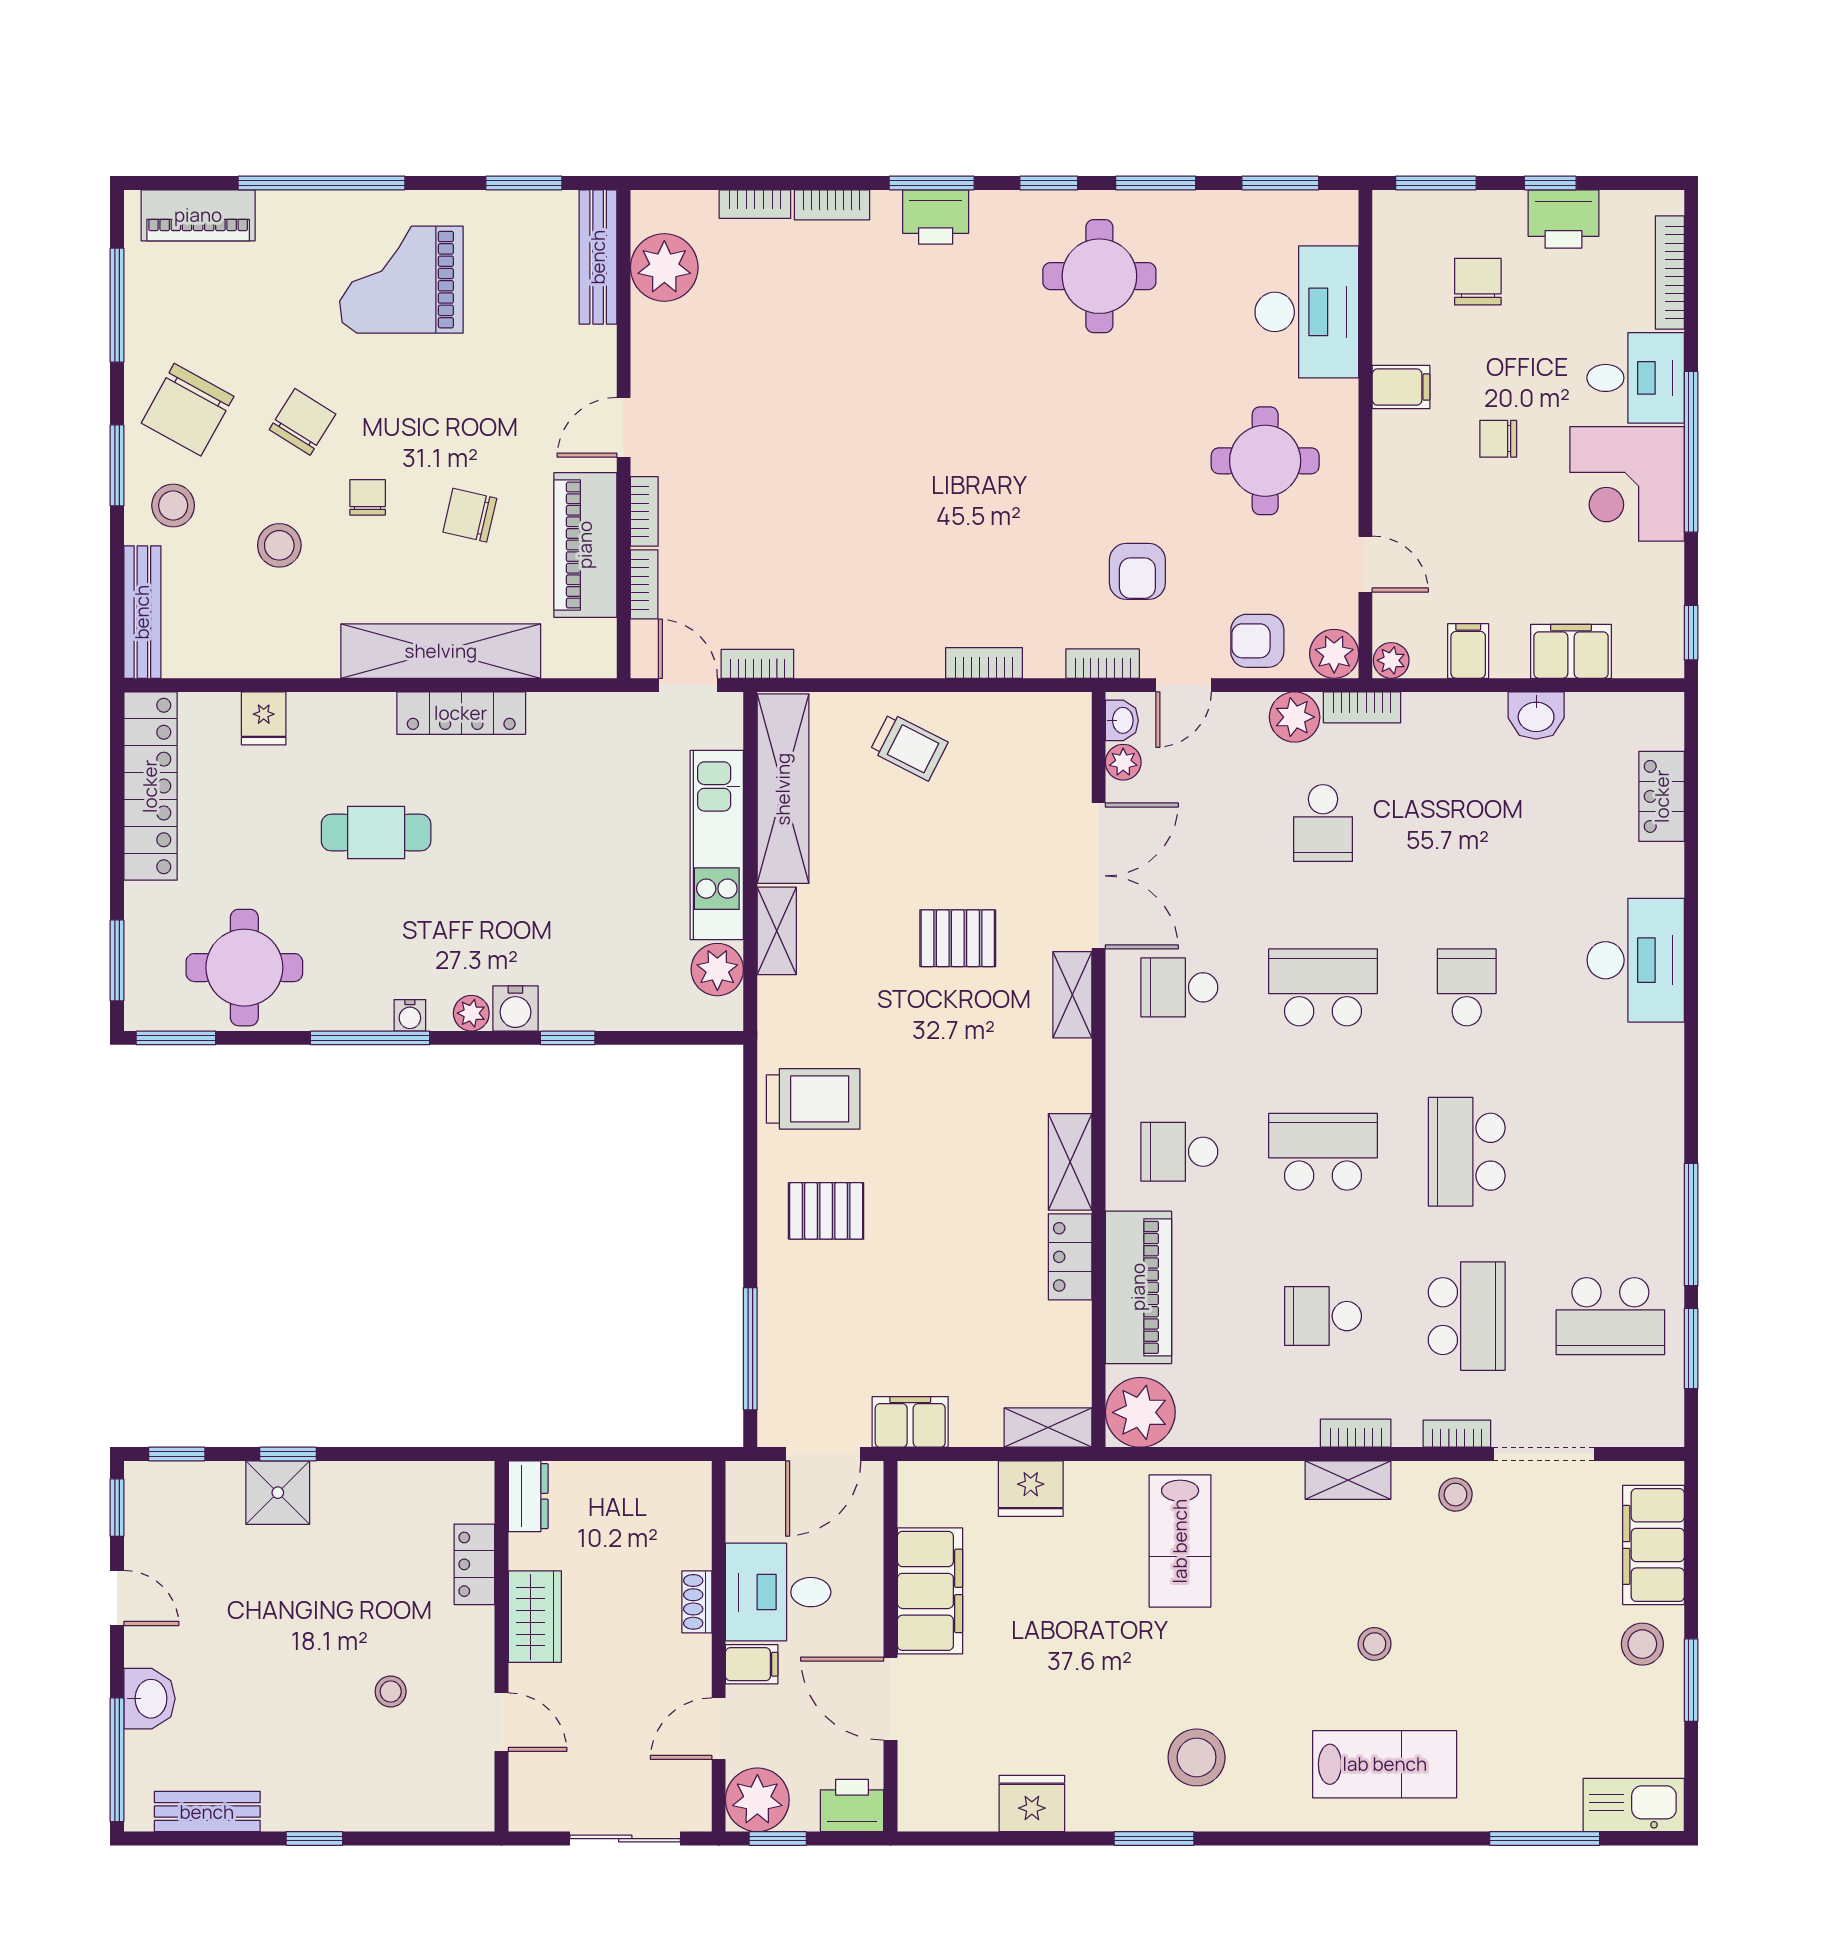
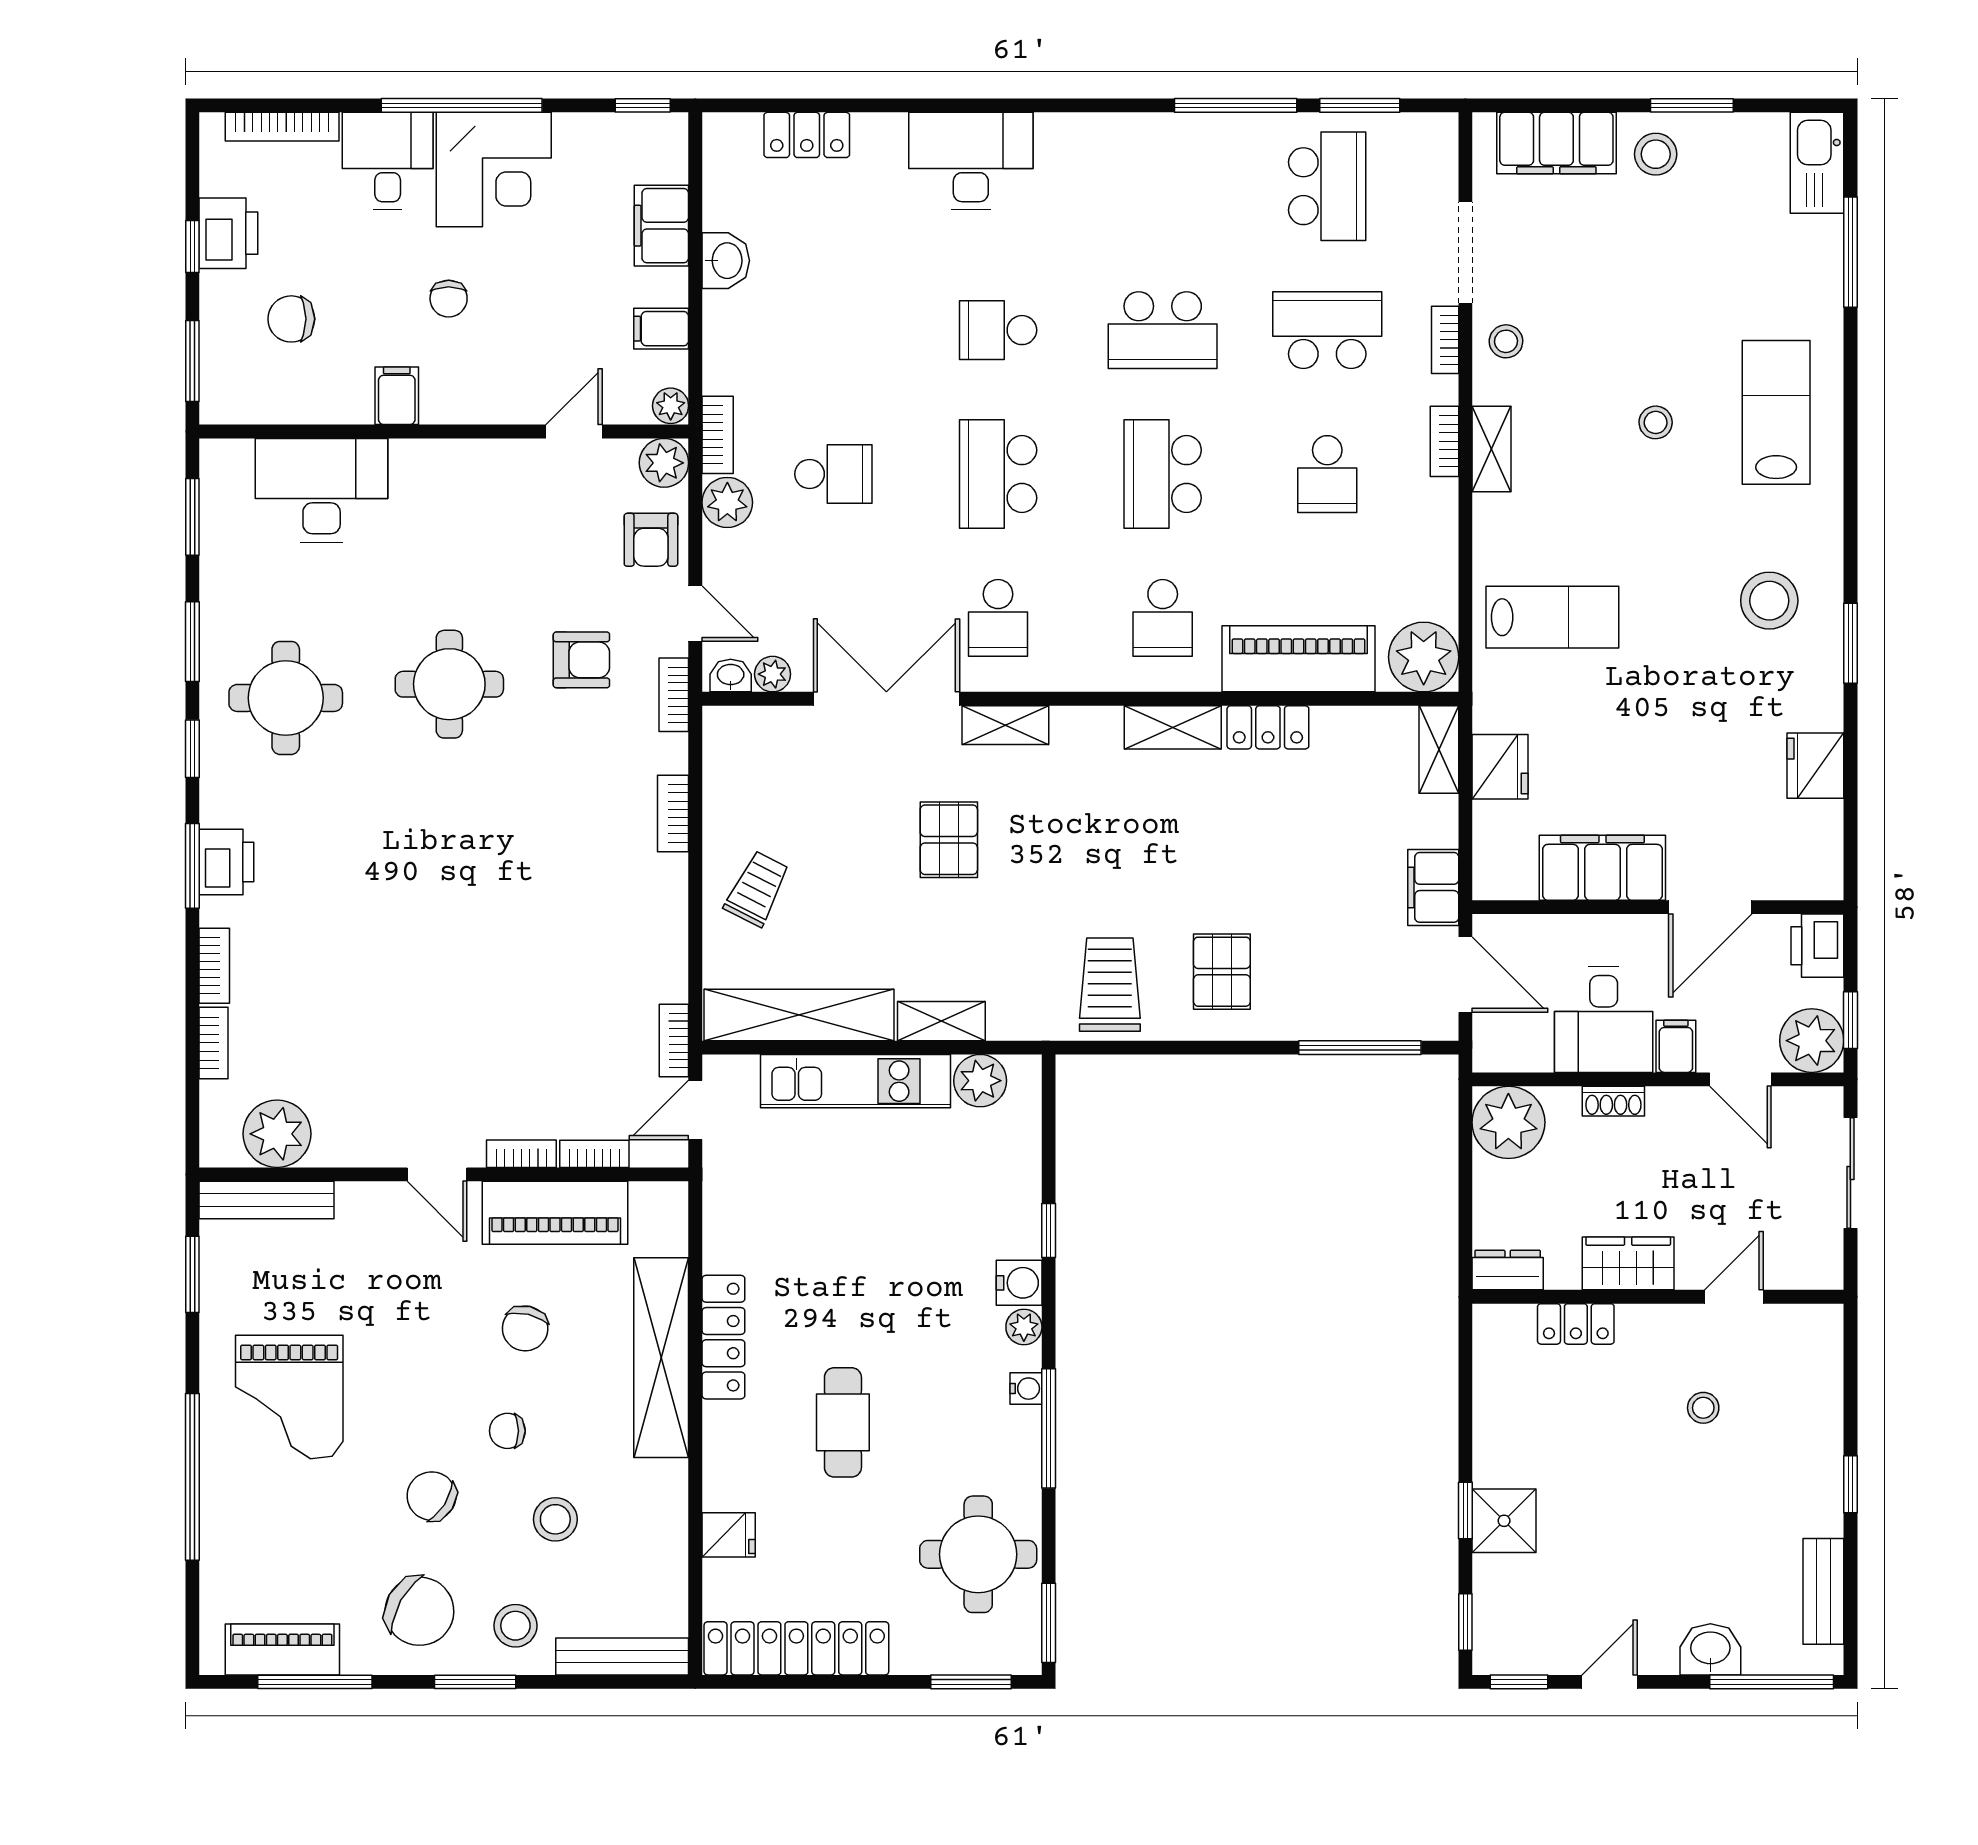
piano: (198, 215) -> (282, 1650), moved, turned -90
round table: (1265, 461) -> (449, 684), moved
plant: (676, 1497) -> (1508, 1122), added

